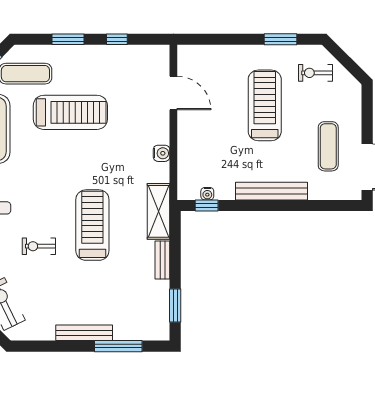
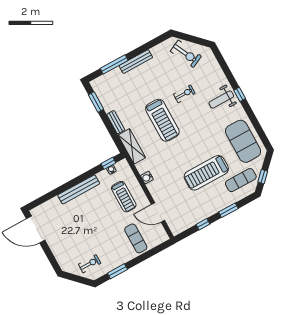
treadmill: (265, 105) -> (124, 197), moved, width x0.73, depth x0.73
exercise mat: (328, 146) -> (136, 238), moved

